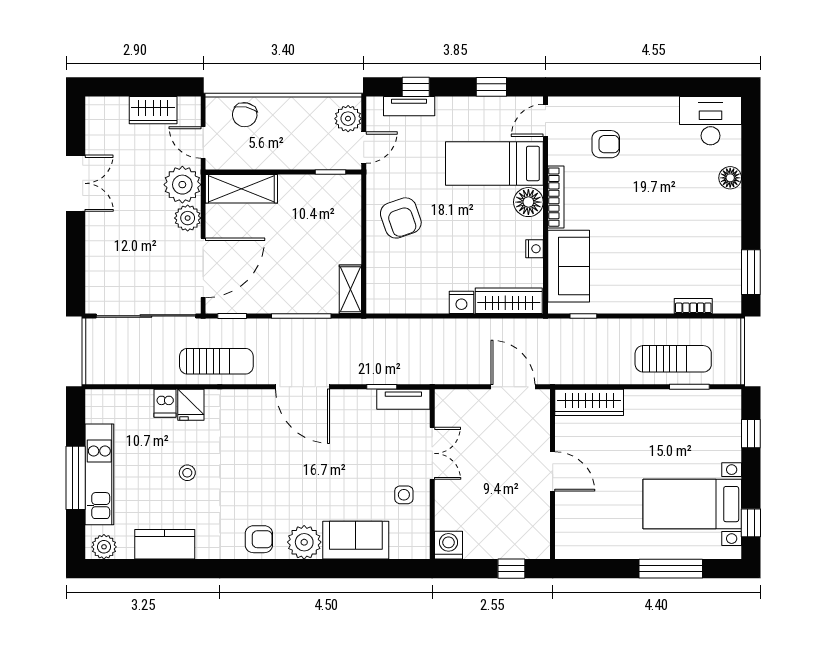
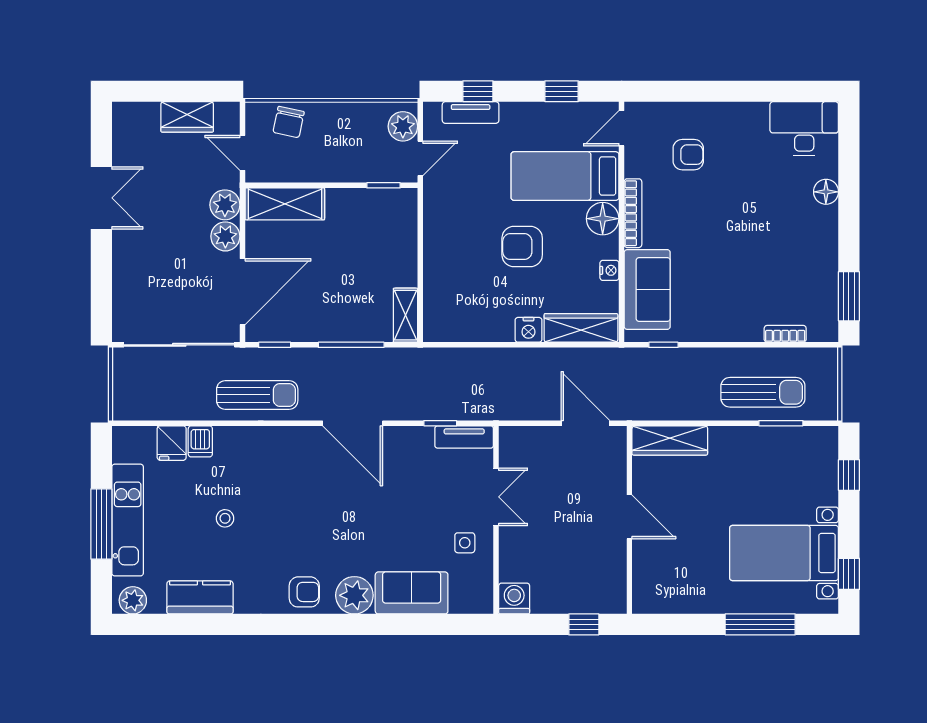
plant: (182, 185) -> (225, 205), width x0.73, depth x0.73
armchair: (401, 218) -> (522, 247), moved, turned 109
fridge: (191, 405) -> (172, 443), moved

